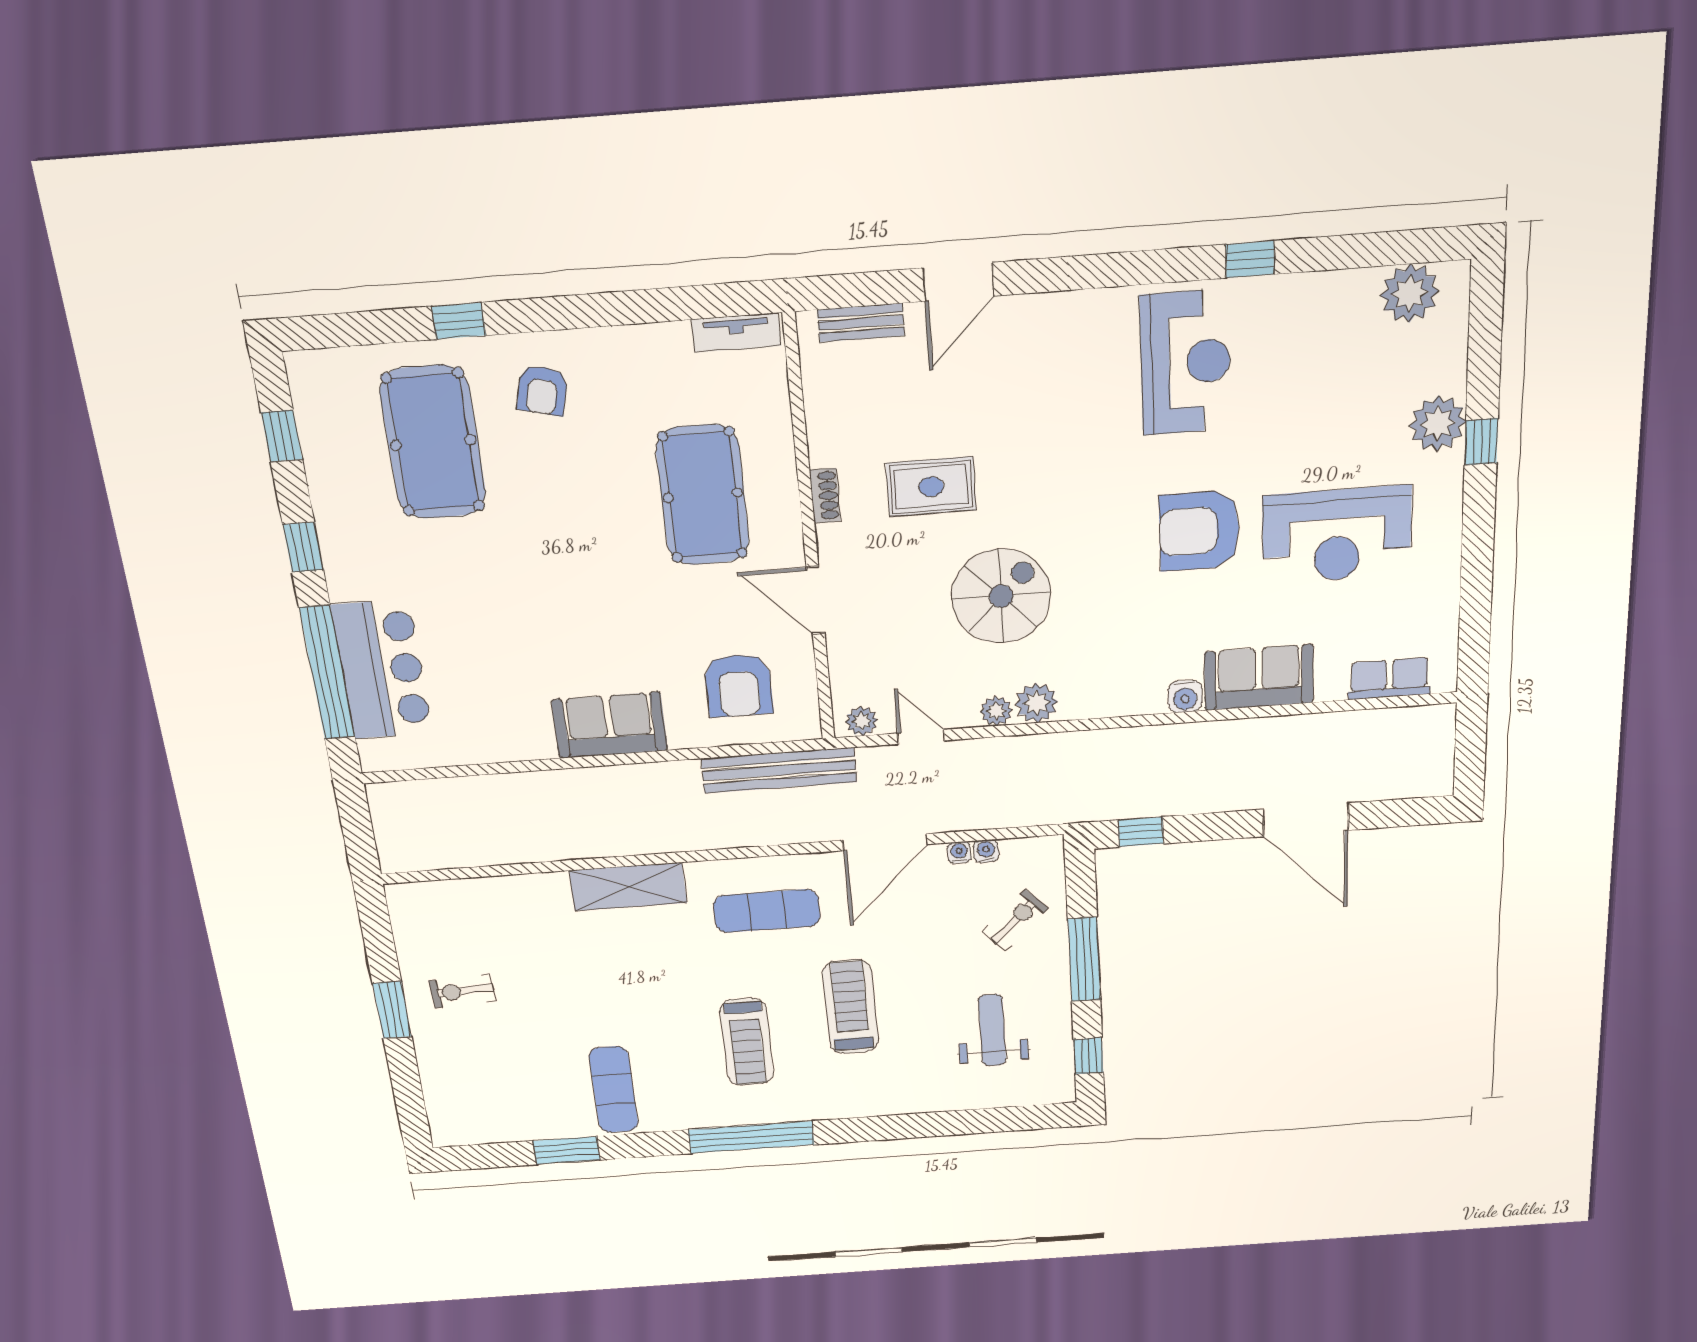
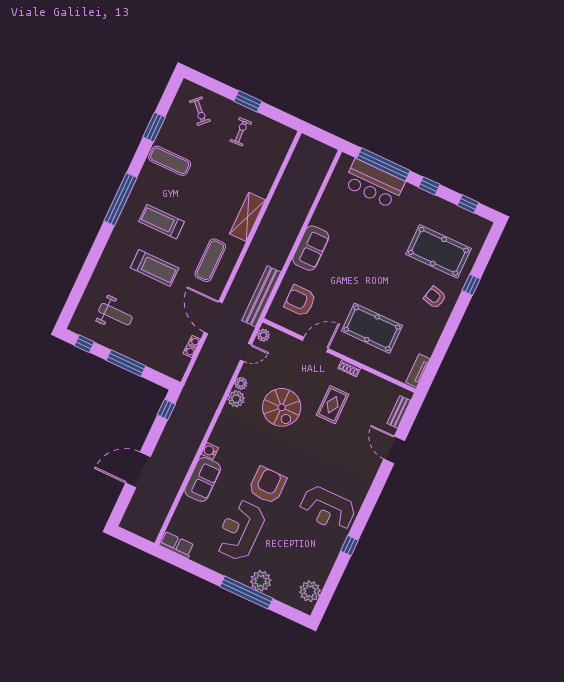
window: (1481, 442) -> (246, 592), width x3.17
row of seats: (1389, 679) -> (176, 545), moved, turned -90
exercise bike: (1015, 920) -> (200, 111), moved

